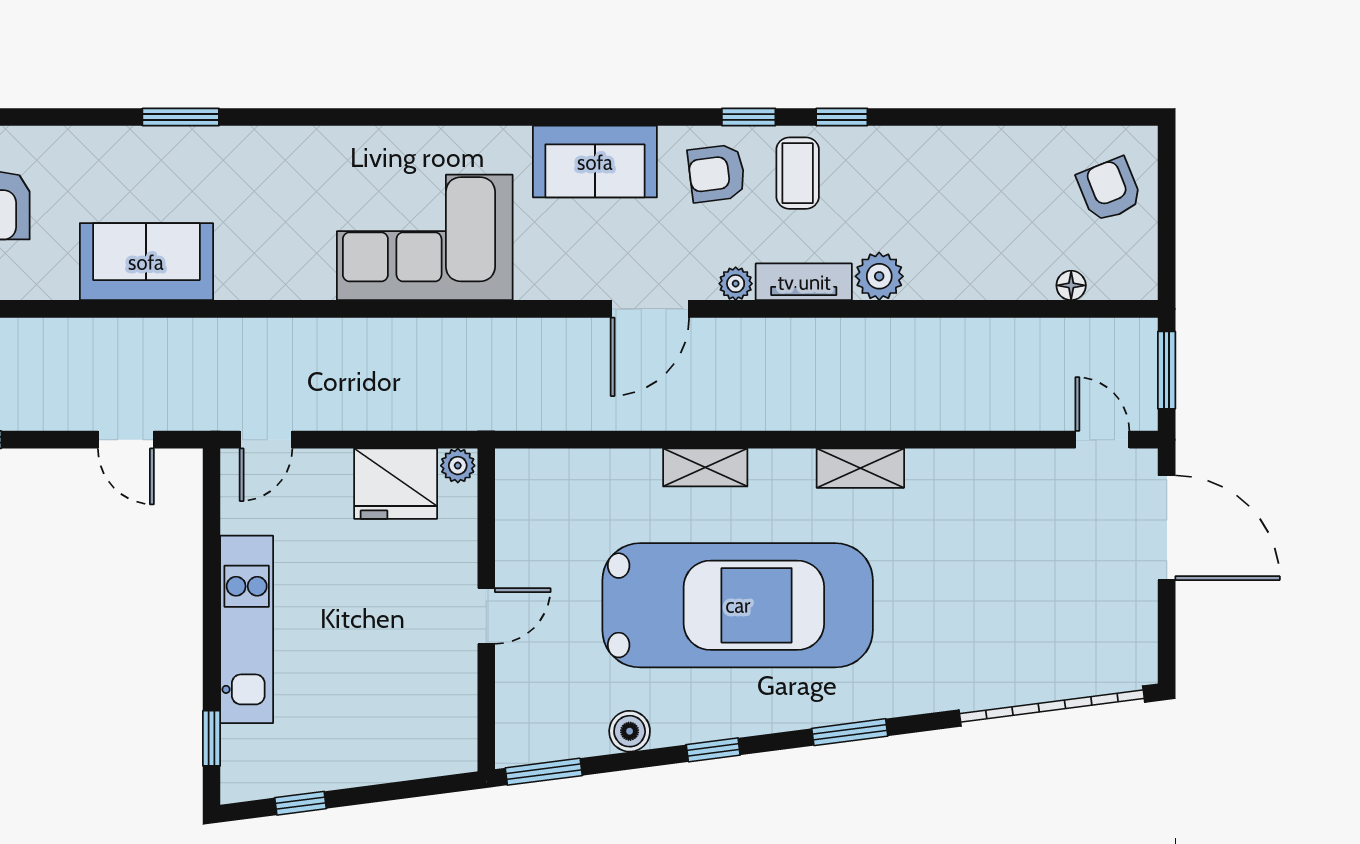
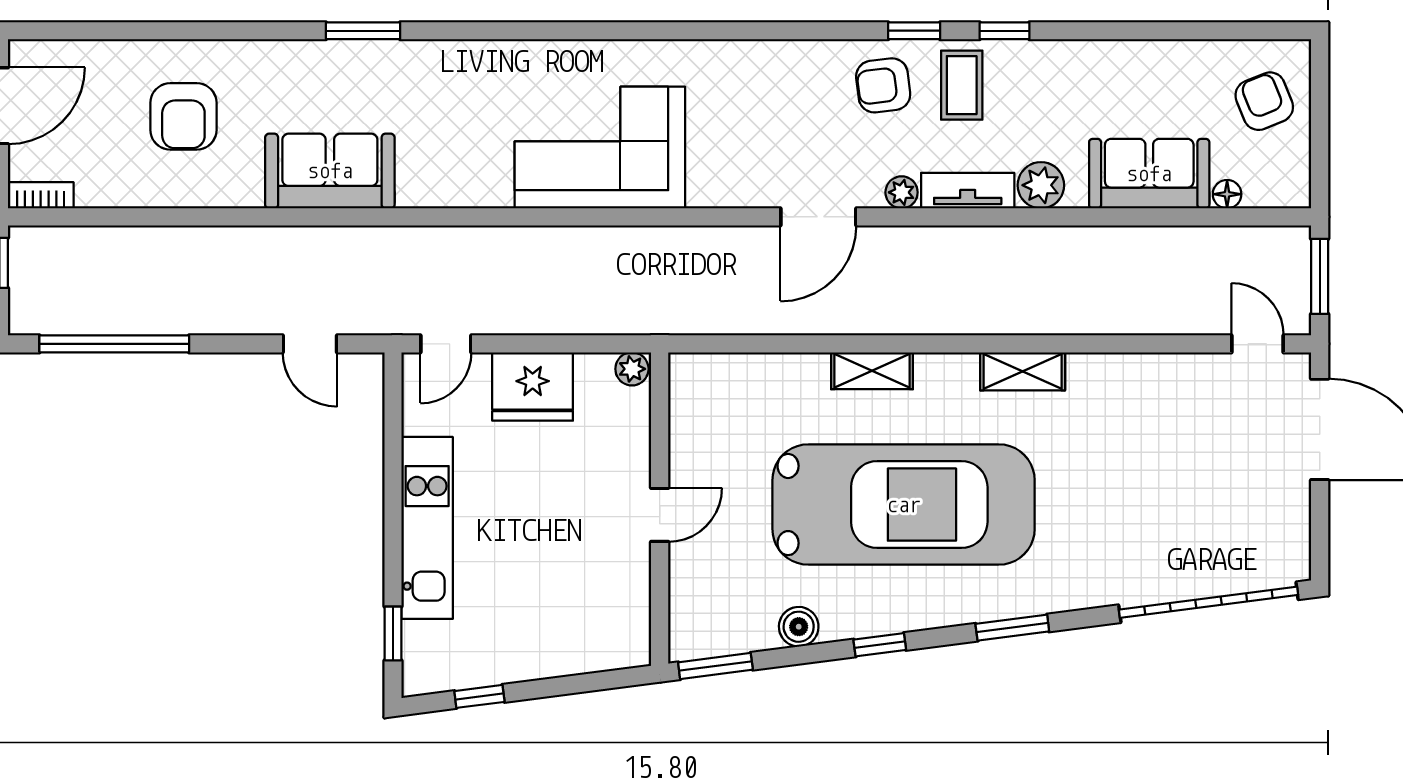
sofa: (595, 162) -> (1149, 174), moved, turned 180
fridge: (396, 484) -> (533, 386), moved

